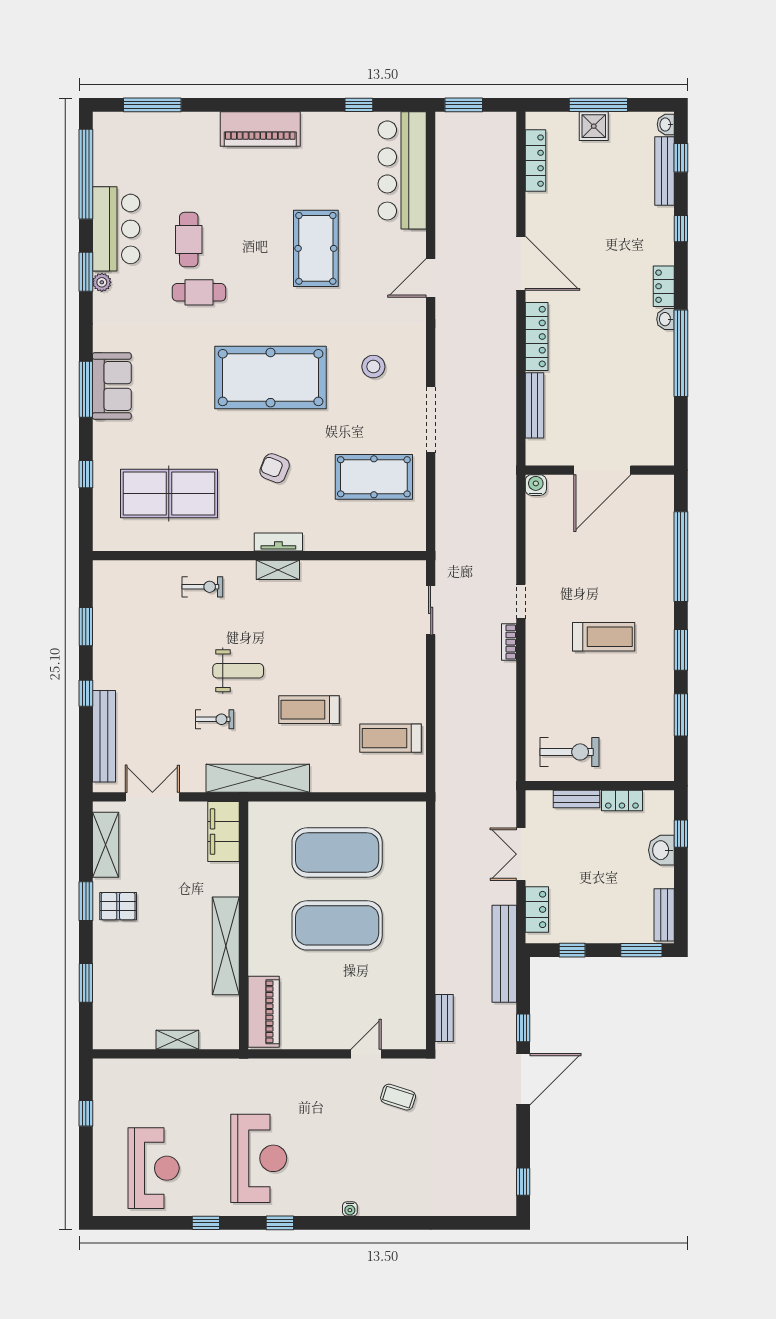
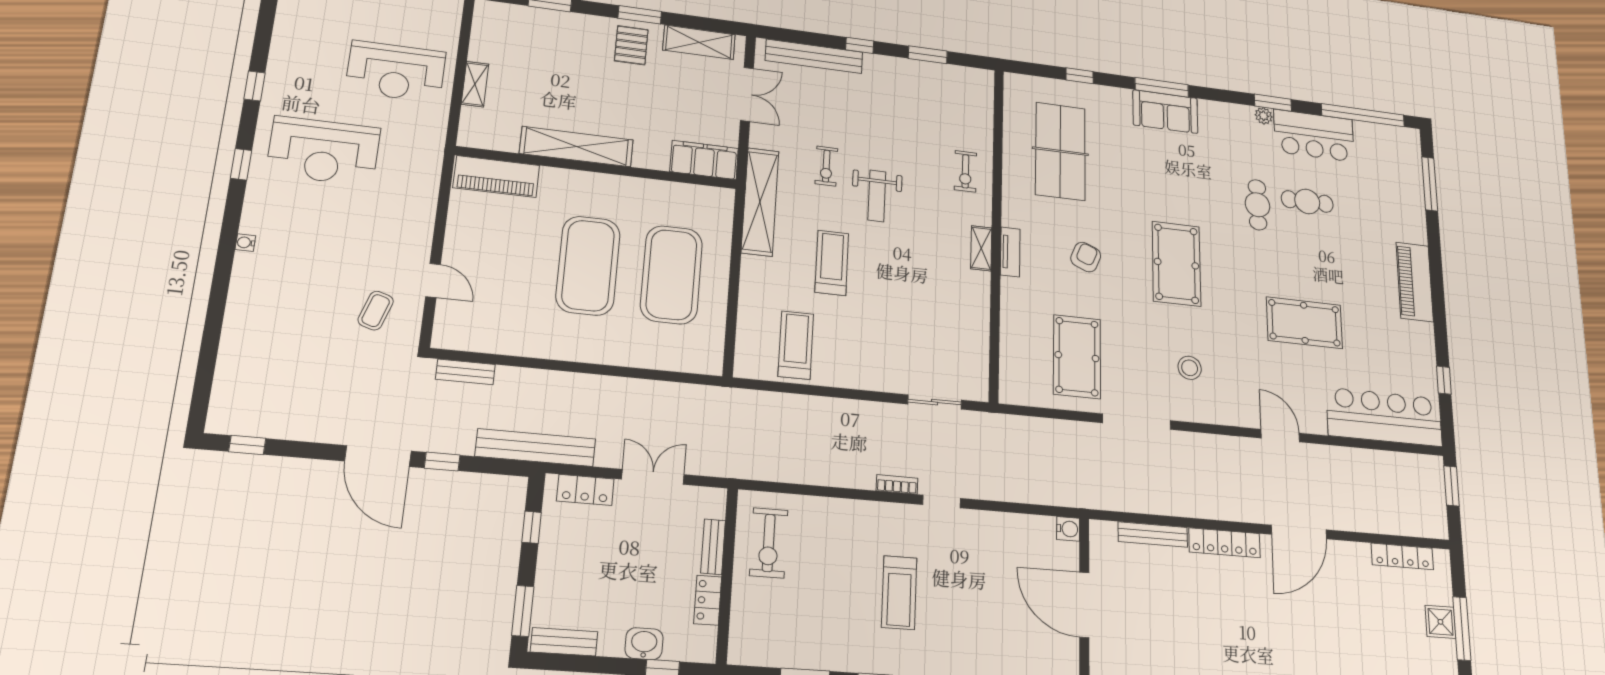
pool table: (271, 378) -> (1176, 264), width x0.73, depth x0.76
reception desk: (154, 1168) -> (396, 72), moved

